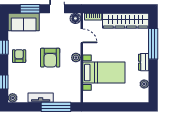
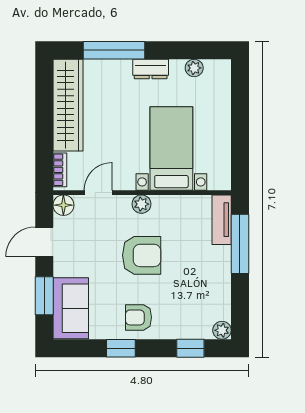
tv unit: (41, 98) -> (222, 220), moved

